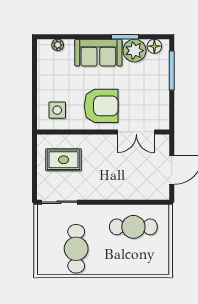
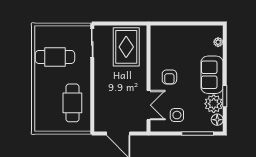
armchair: (101, 106) -> (169, 77), width x0.53, depth x0.53
side table: (57, 110) -> (177, 115), moved
double door: (136, 132) -> (148, 105), swing flipped
rug: (64, 160) -> (126, 47), width x1.36, depth x1.43

